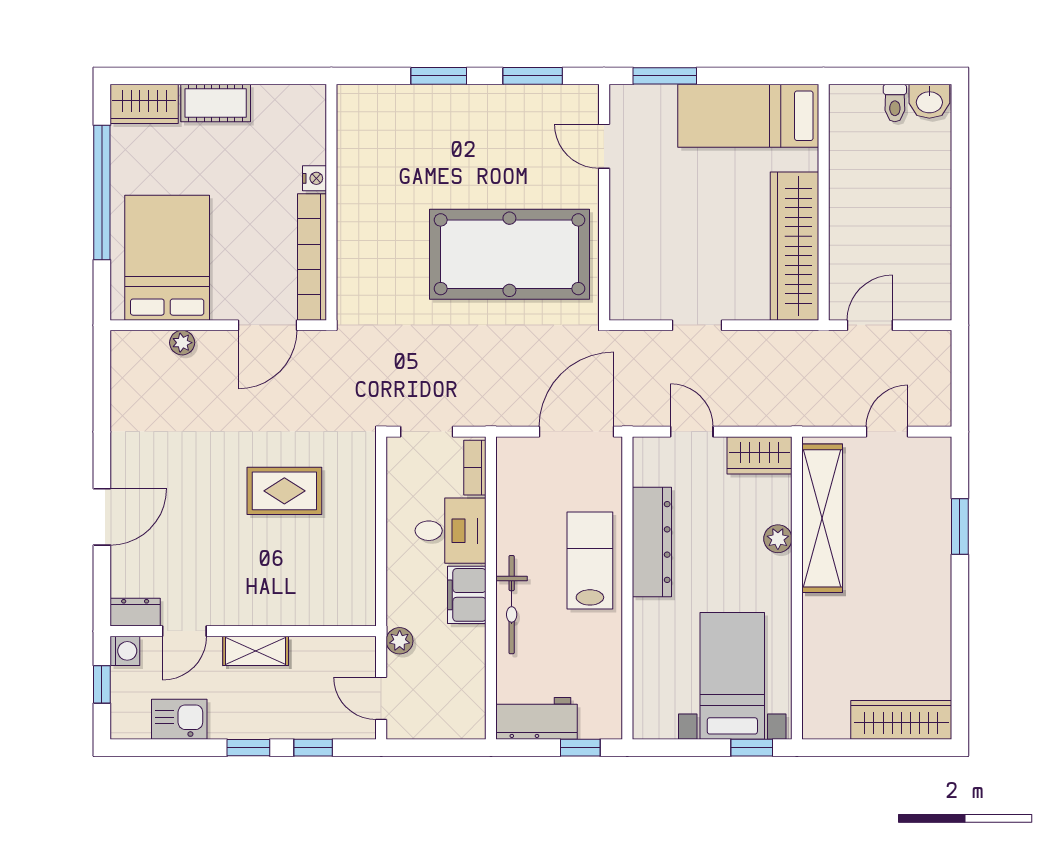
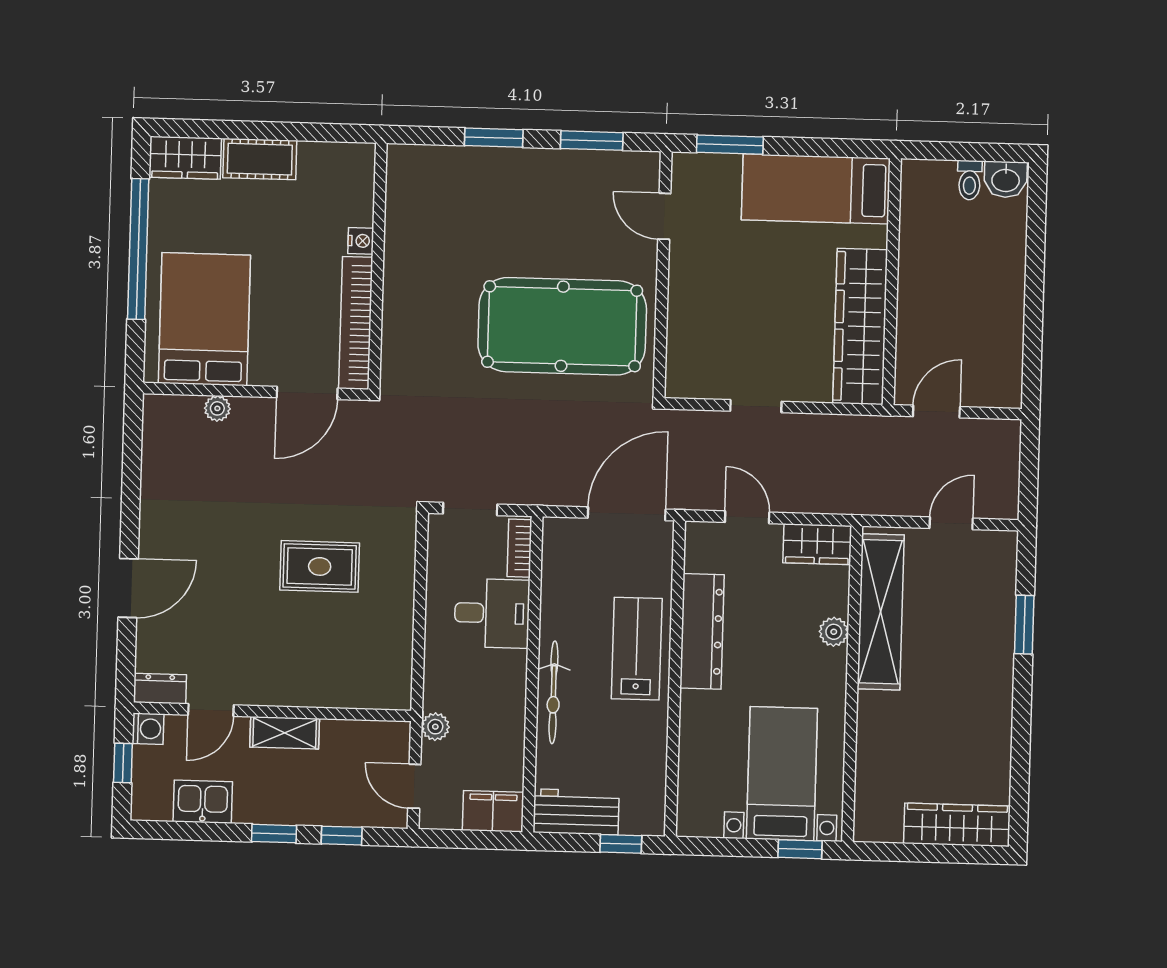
filing cabinet: (467, 595) -> (493, 811), moved, turned 90

